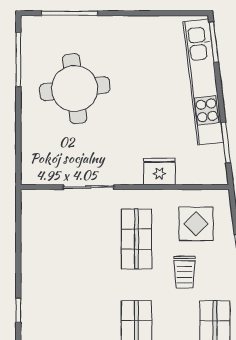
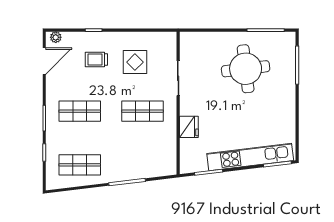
display table: (196, 224) -> (135, 62), moved
trolley: (185, 272) -> (96, 60), moved

